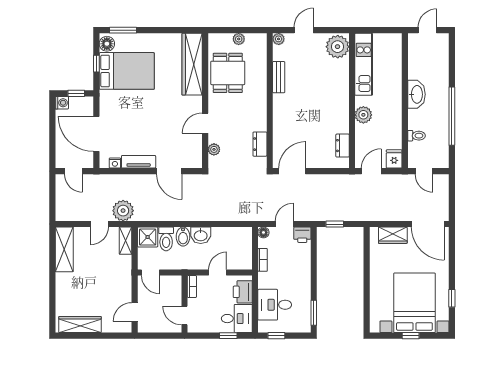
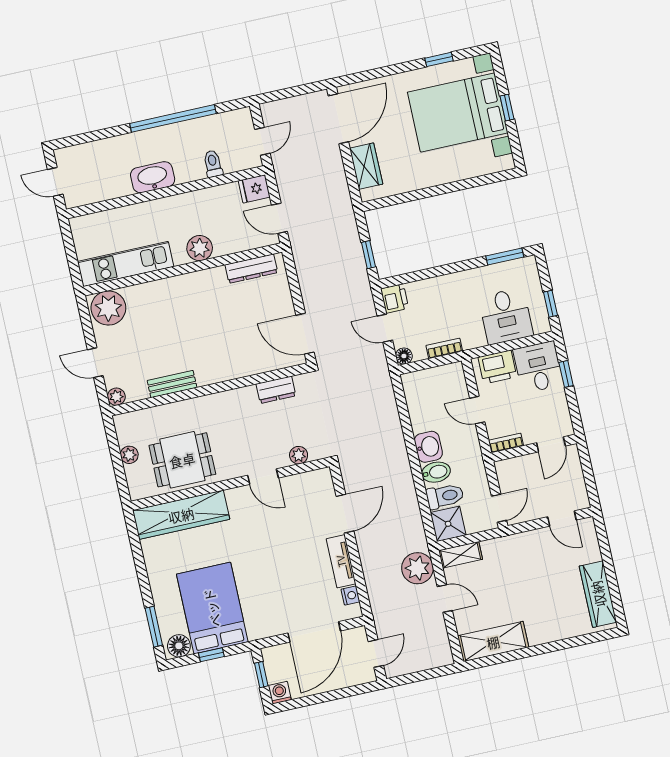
dresser: (343, 146) -> (251, 269), width x1.44

